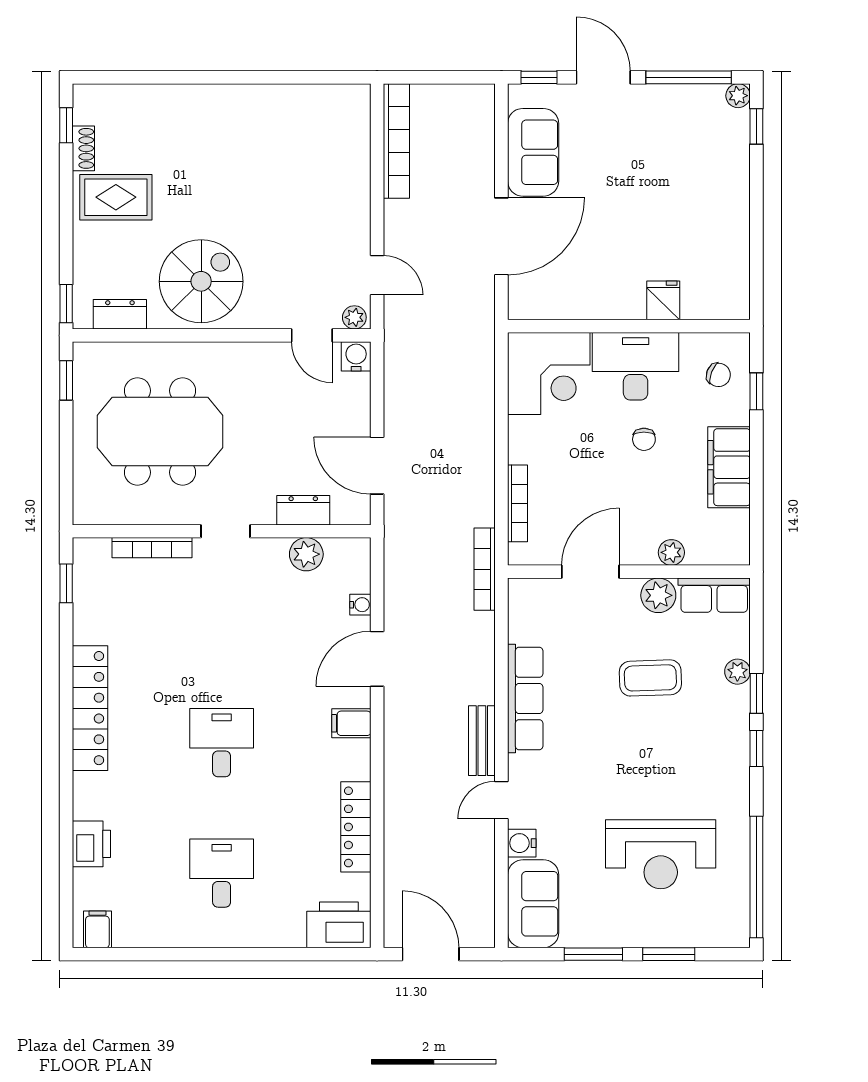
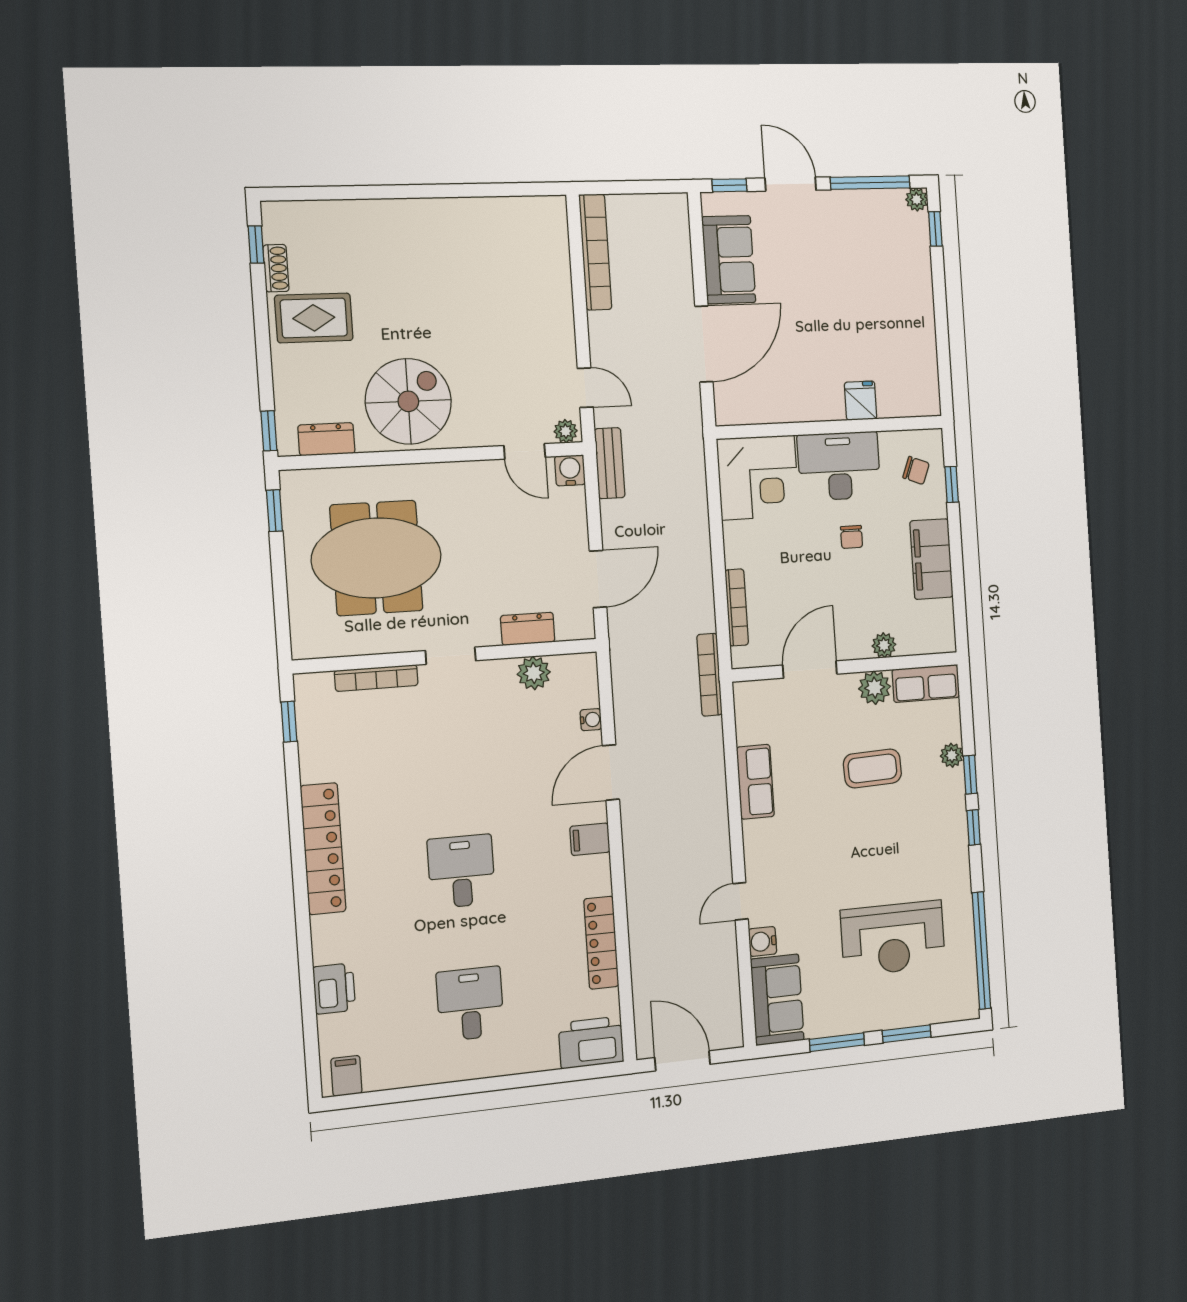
door: (377, 466) -> (598, 579), swing flipped
row of seats: (525, 698) -> (755, 782), width x0.68
bench: (482, 741) -> (610, 463), moved

